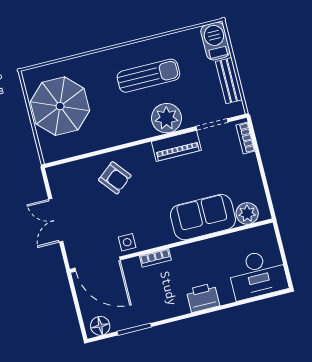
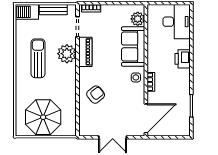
side table: (127, 242) -> (136, 77), moved
floor lamp: (100, 326) -> (184, 126), removed

